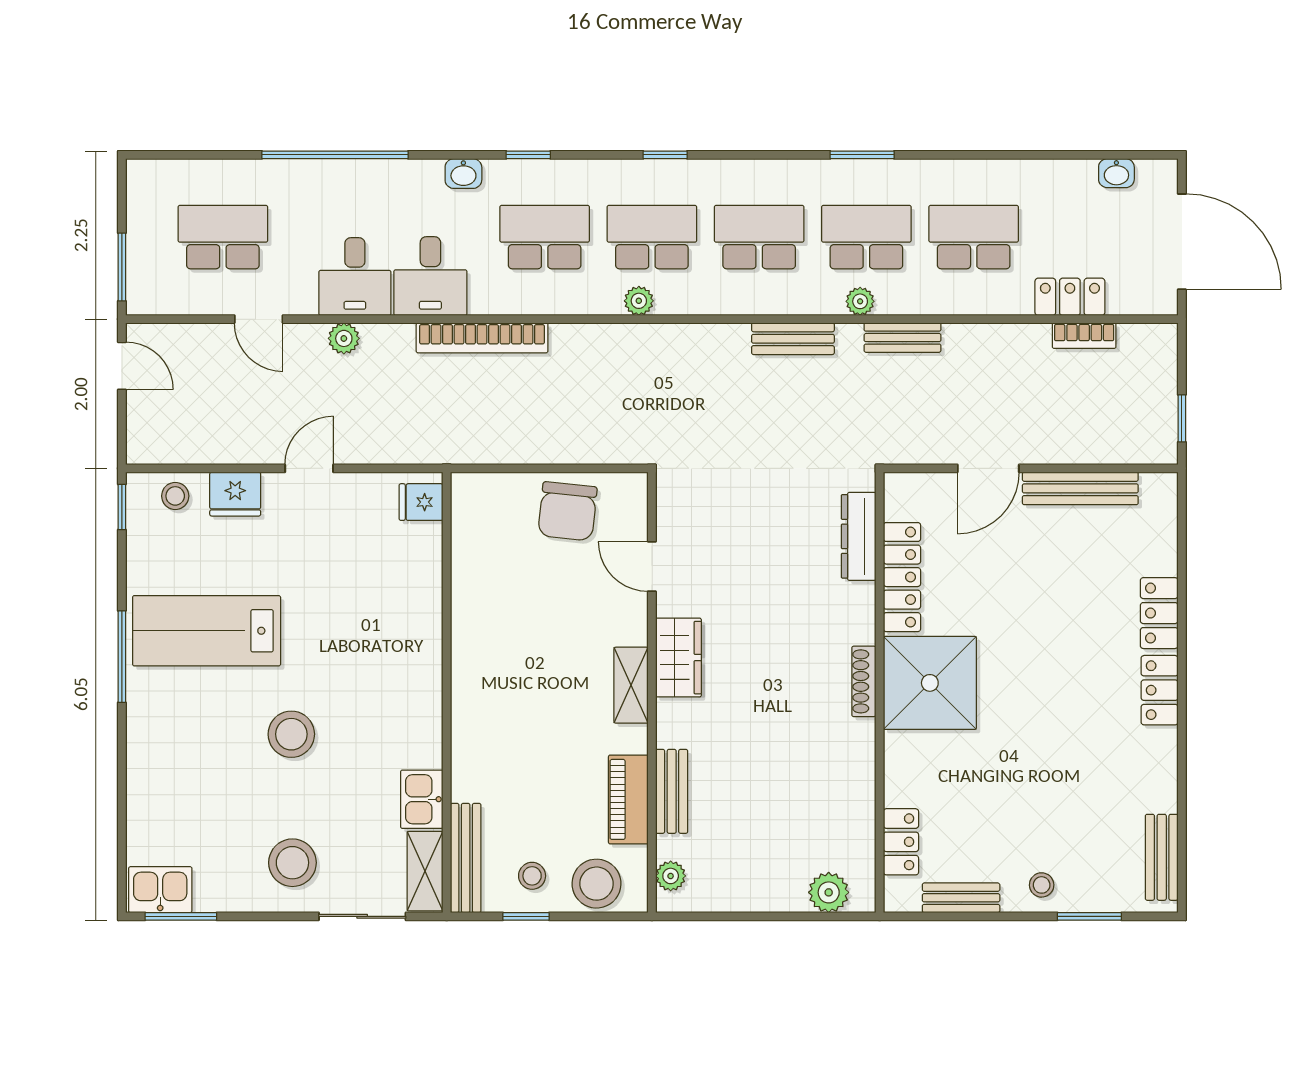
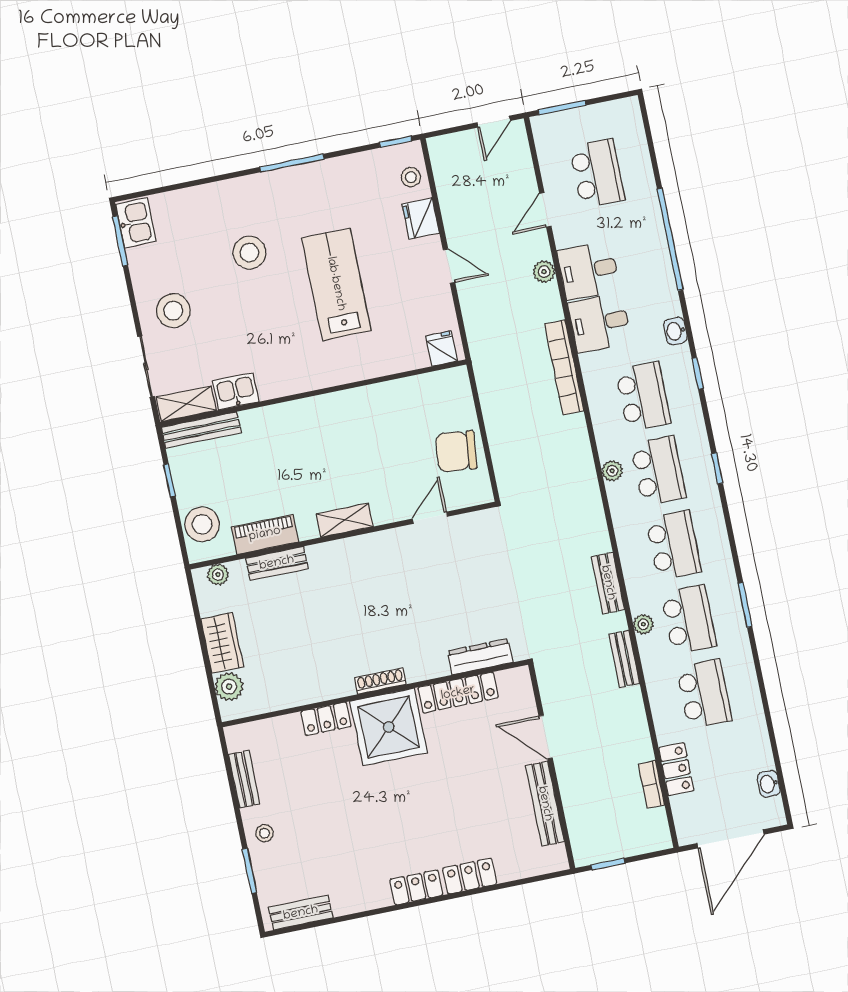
lab bench: (207, 631) -> (336, 284), moved
wardrobe: (678, 658) -> (222, 643), moved, turned -90
stool: (291, 734) -> (249, 253), moved
locker: (901, 842) -> (326, 719), moved
stool: (532, 876) -> (198, 479), removed

